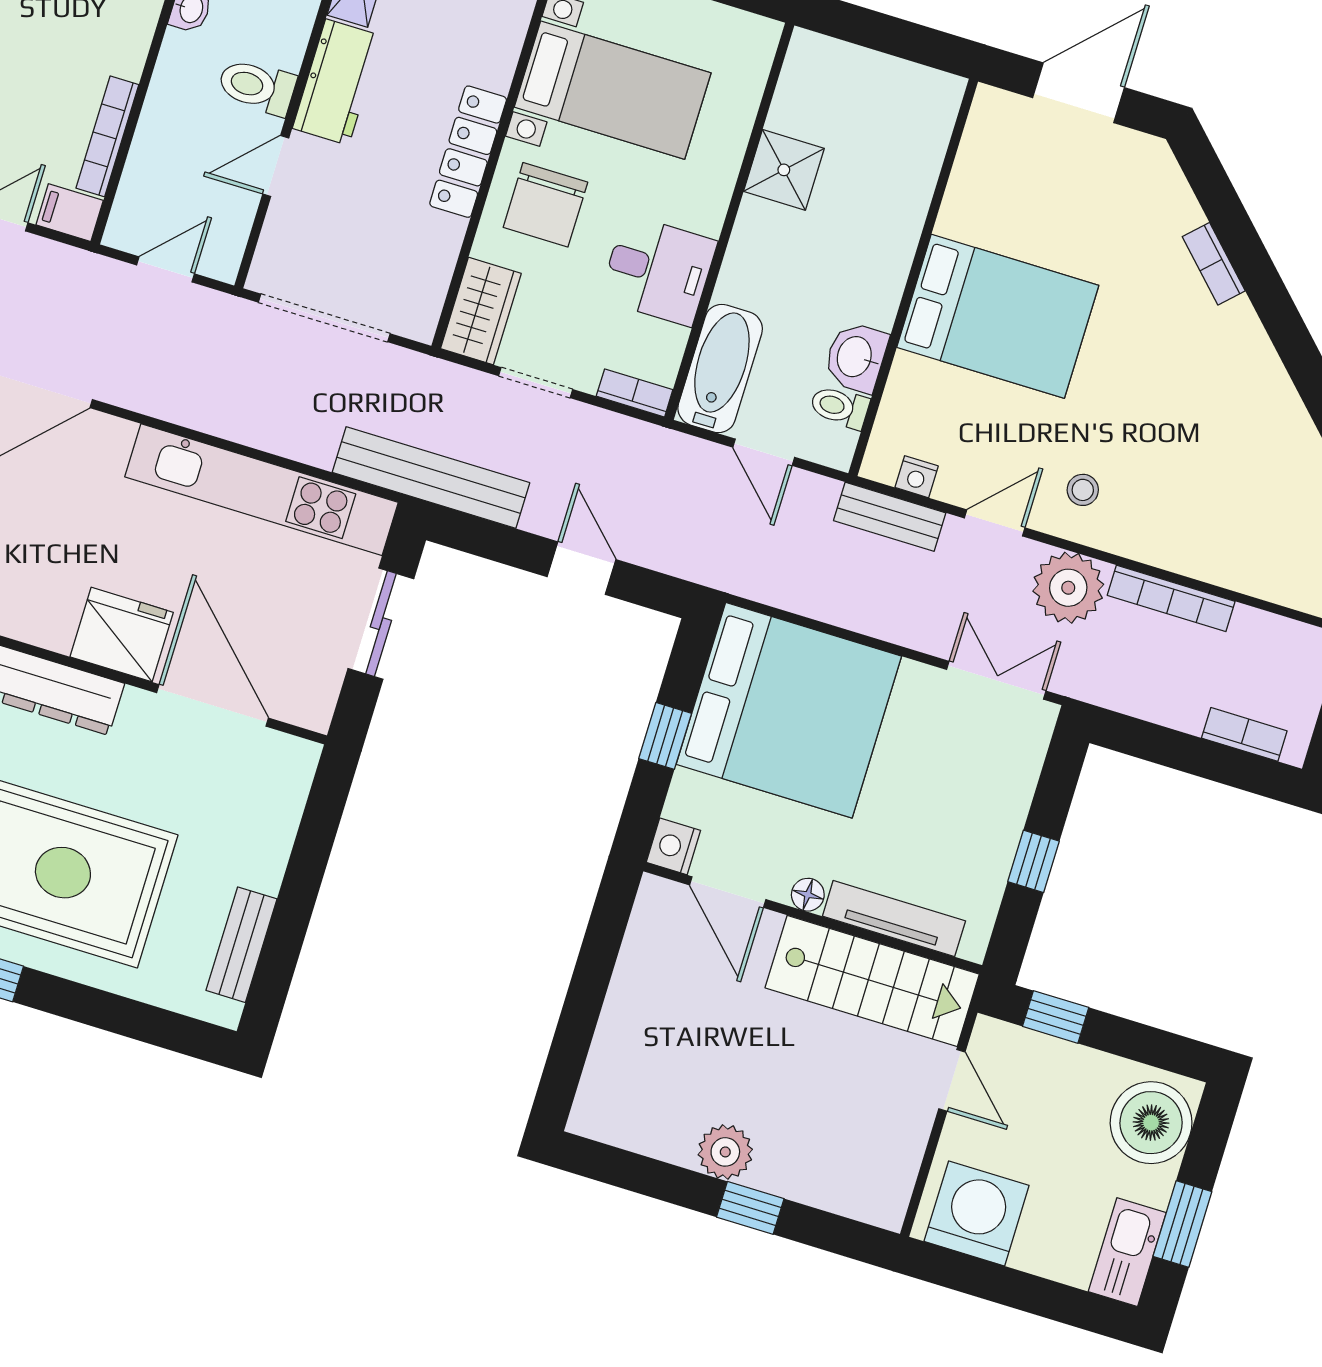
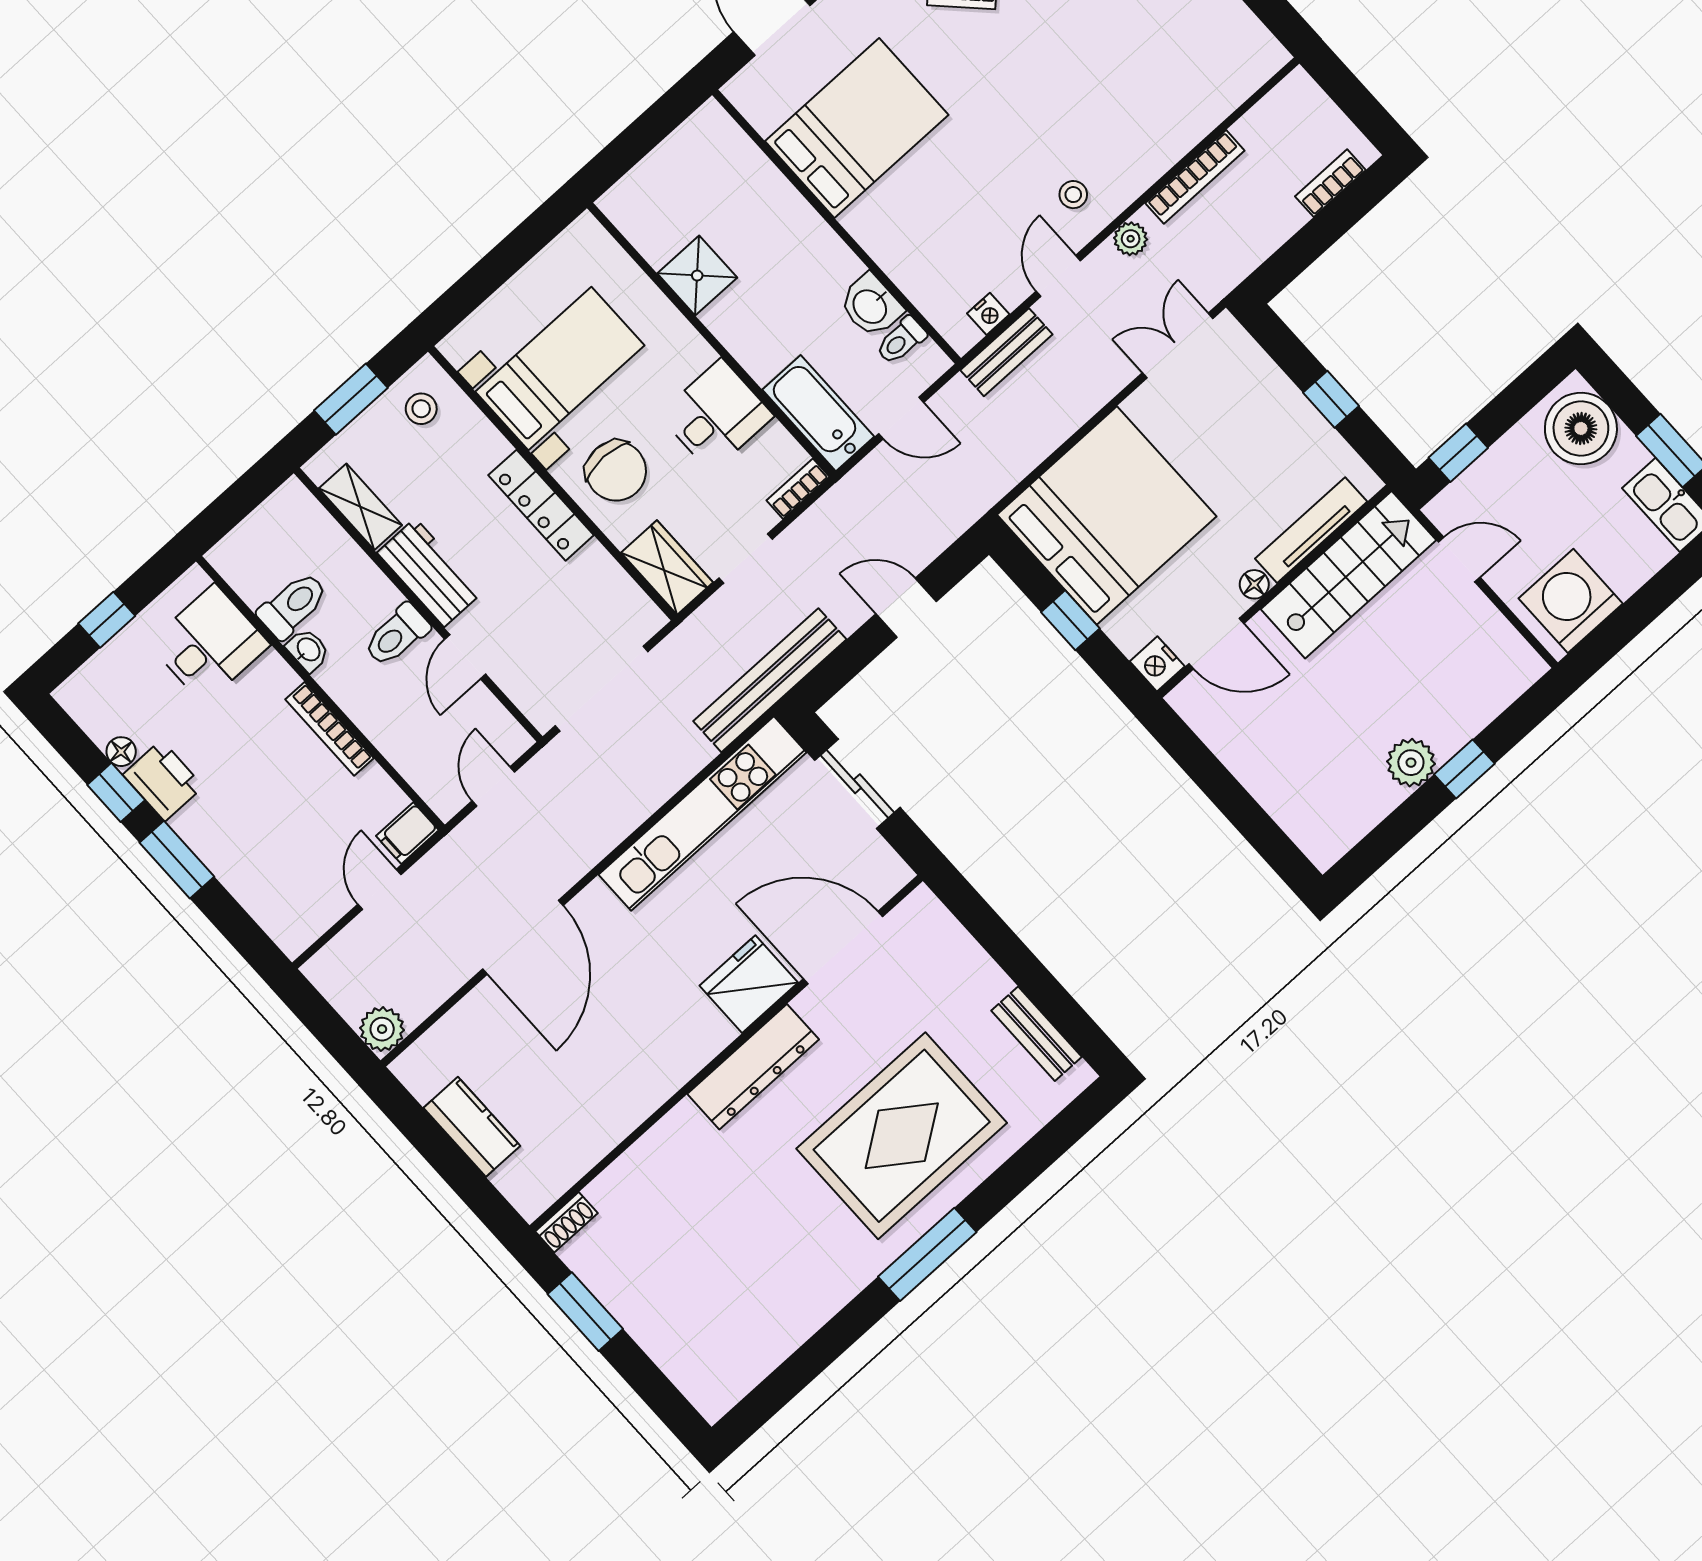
bookcase: (107, 136) -> (329, 729), moved
bed: (998, 316) -> (857, 128), moved
plant: (1068, 588) -> (1131, 239), width x0.53, depth x0.53

